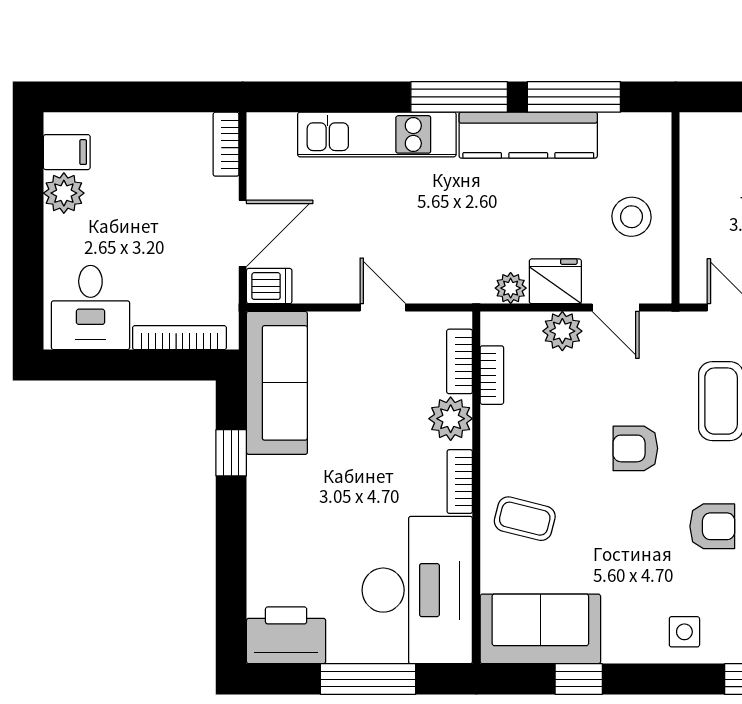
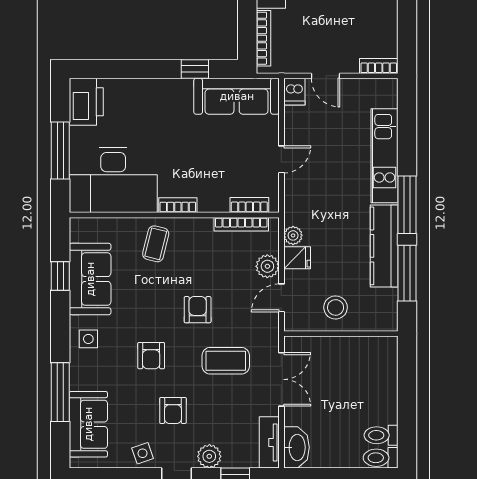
door: (243, 233) -> (326, 76), width x0.73
fridge: (555, 281) -> (297, 258), width x0.72
bookcase: (492, 375) -> (241, 224), width x1.56
plant: (451, 419) -> (215, 200), removed
sofa: (540, 629) -> (90, 279), moved

